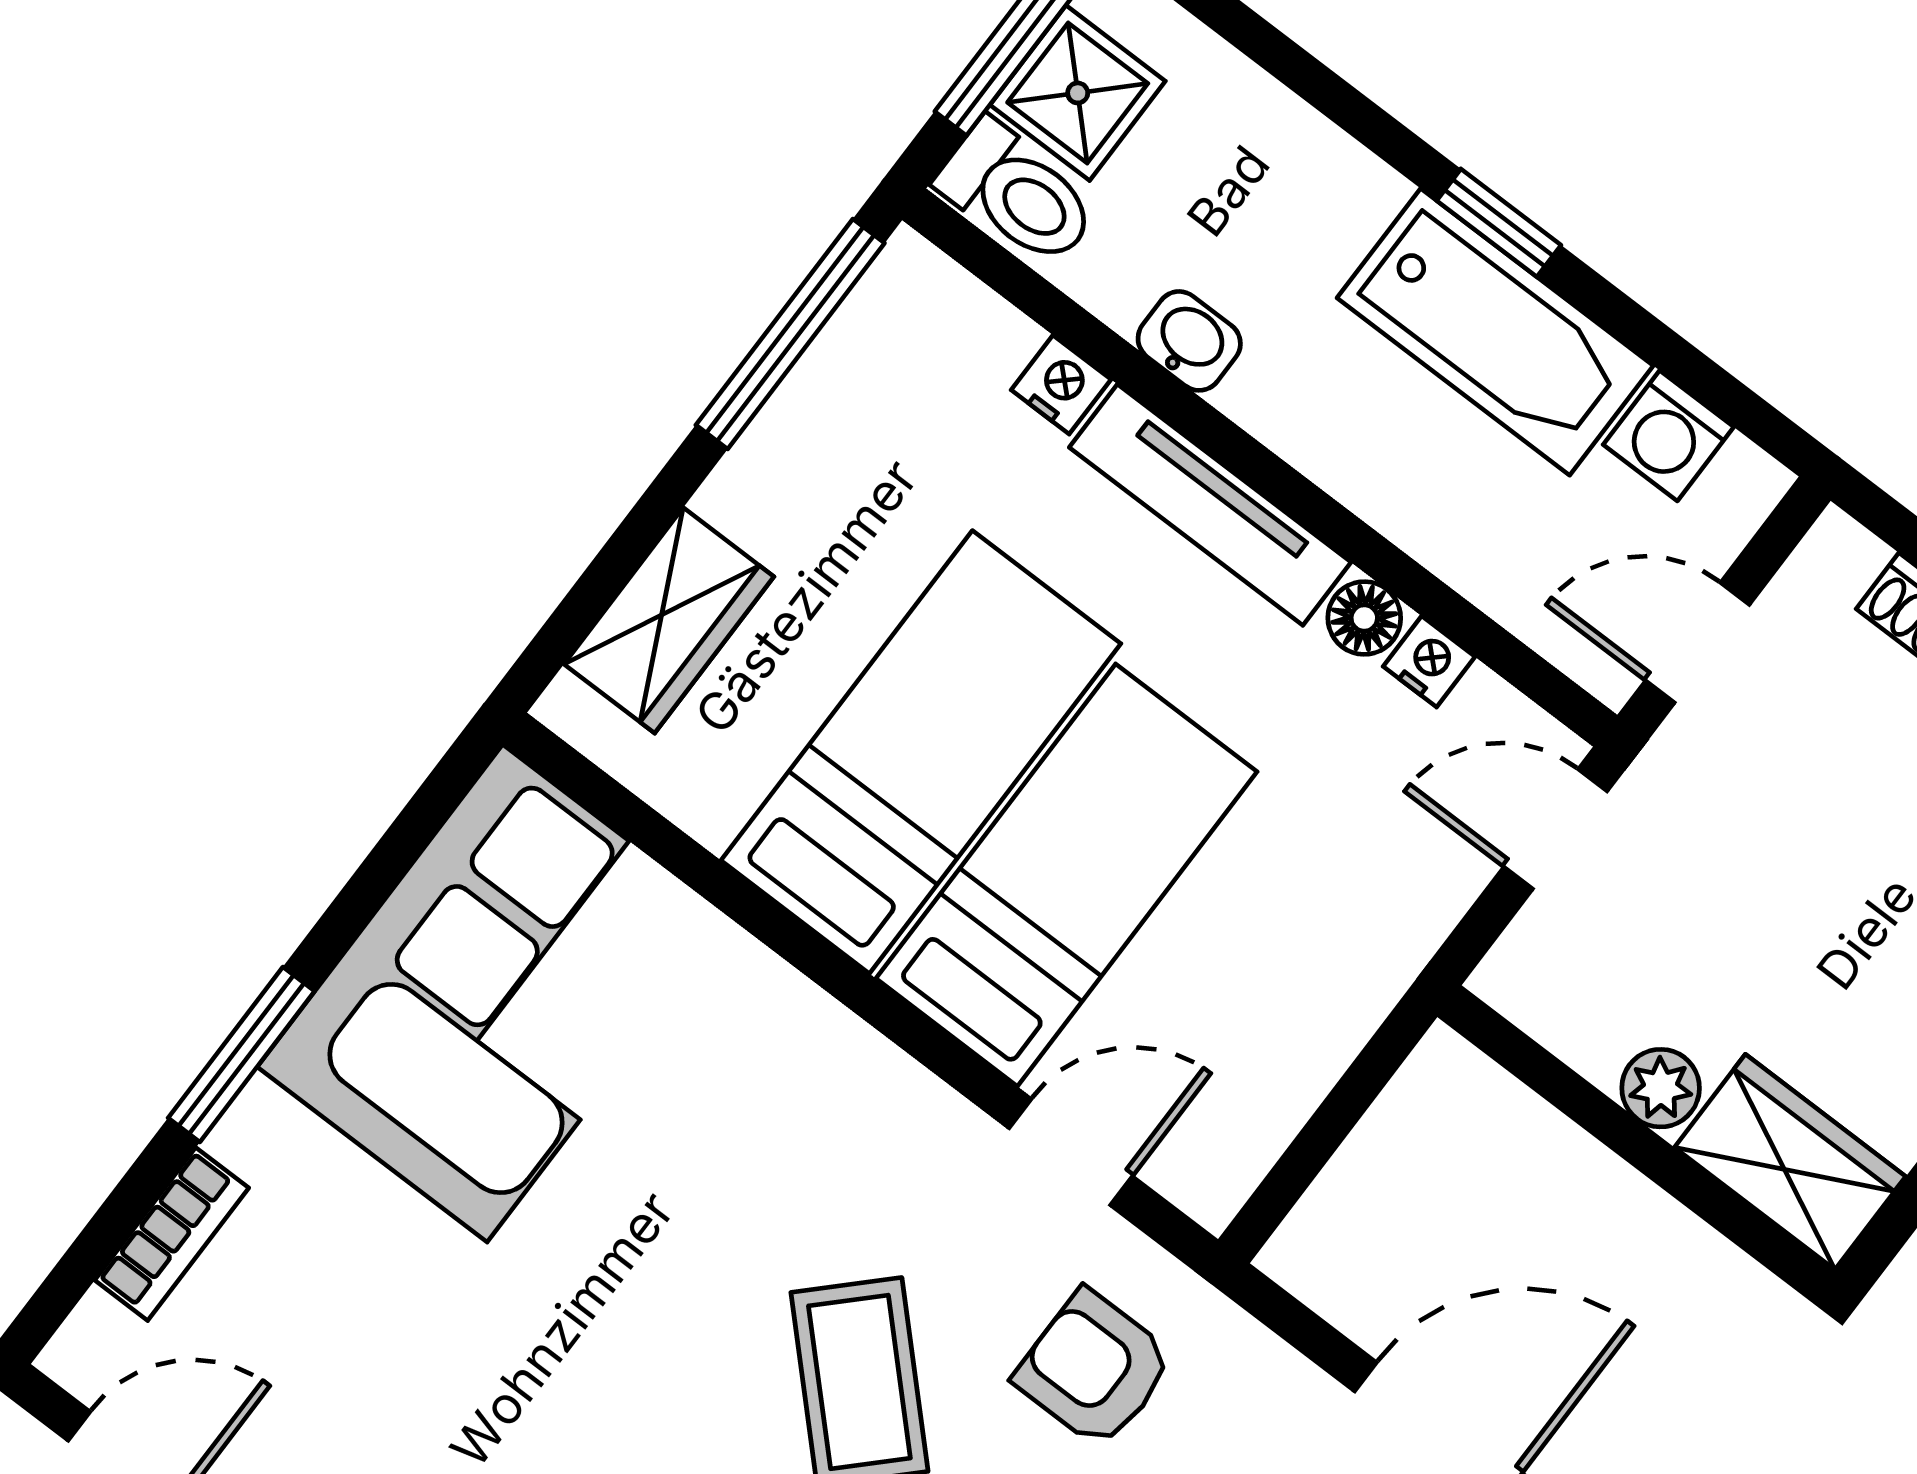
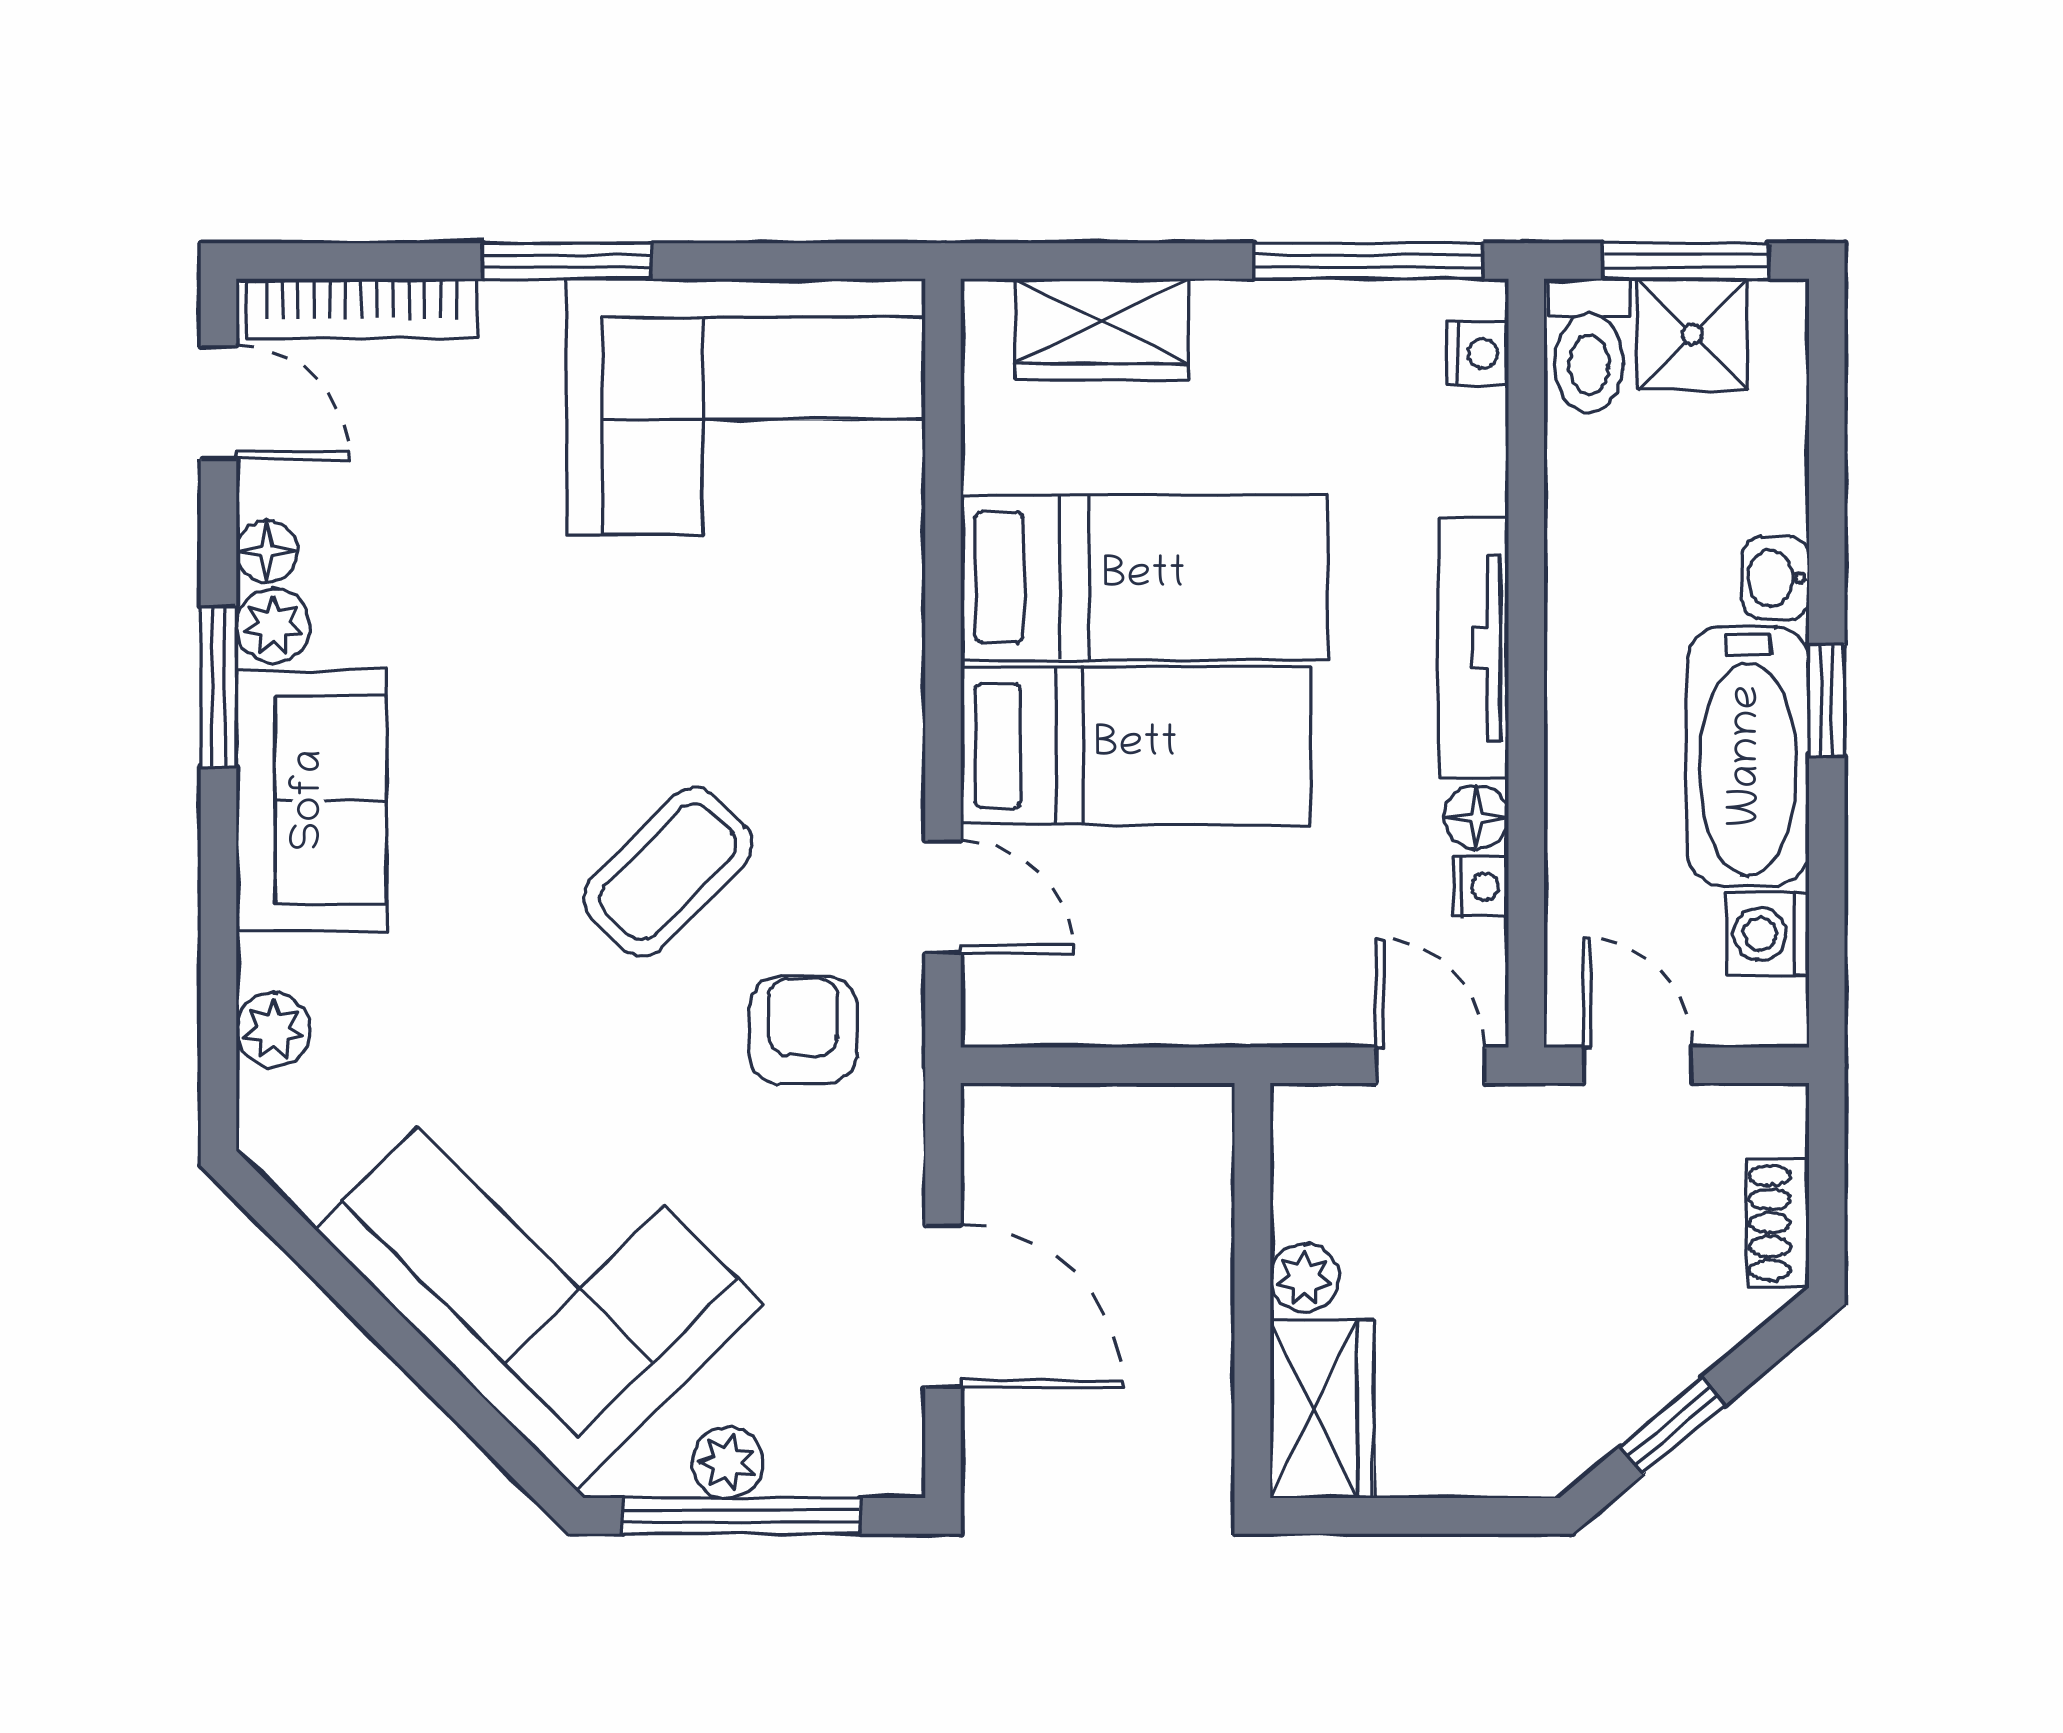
washbasin: (1189, 341) -> (1776, 578), moved, turned 180
nightstand: (1061, 385) -> (1478, 353), moved
bookcase: (172, 1234) -> (362, 308), width x1.56

